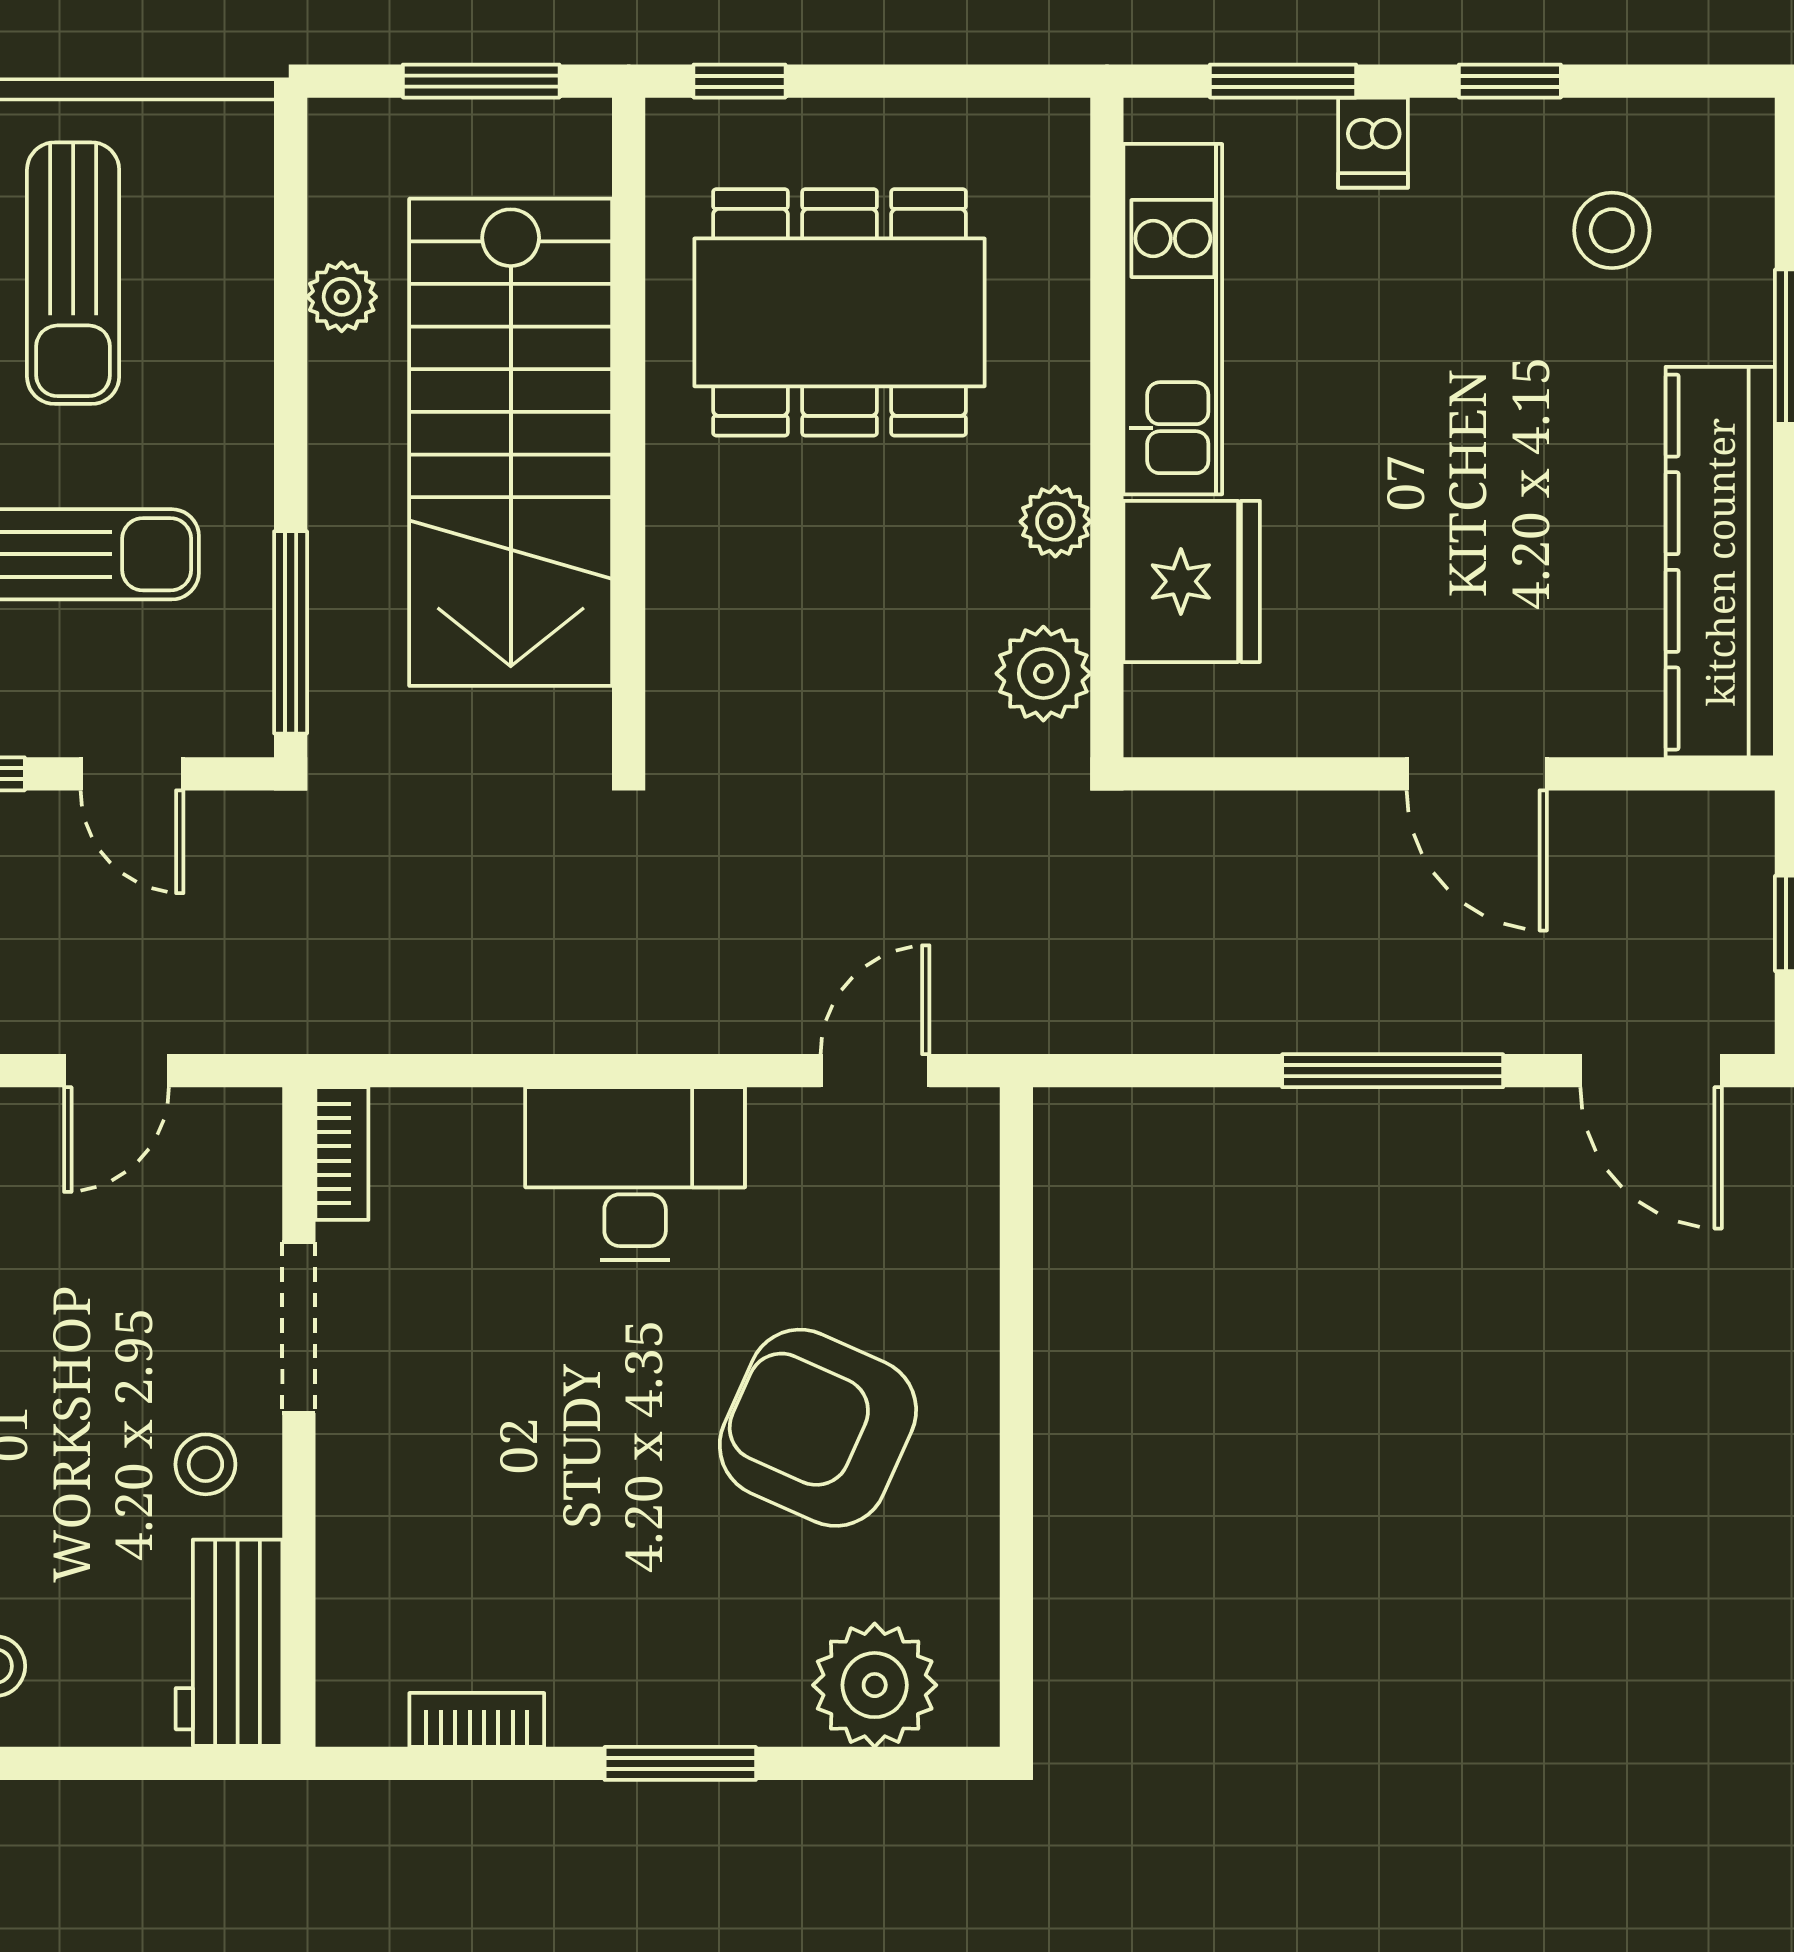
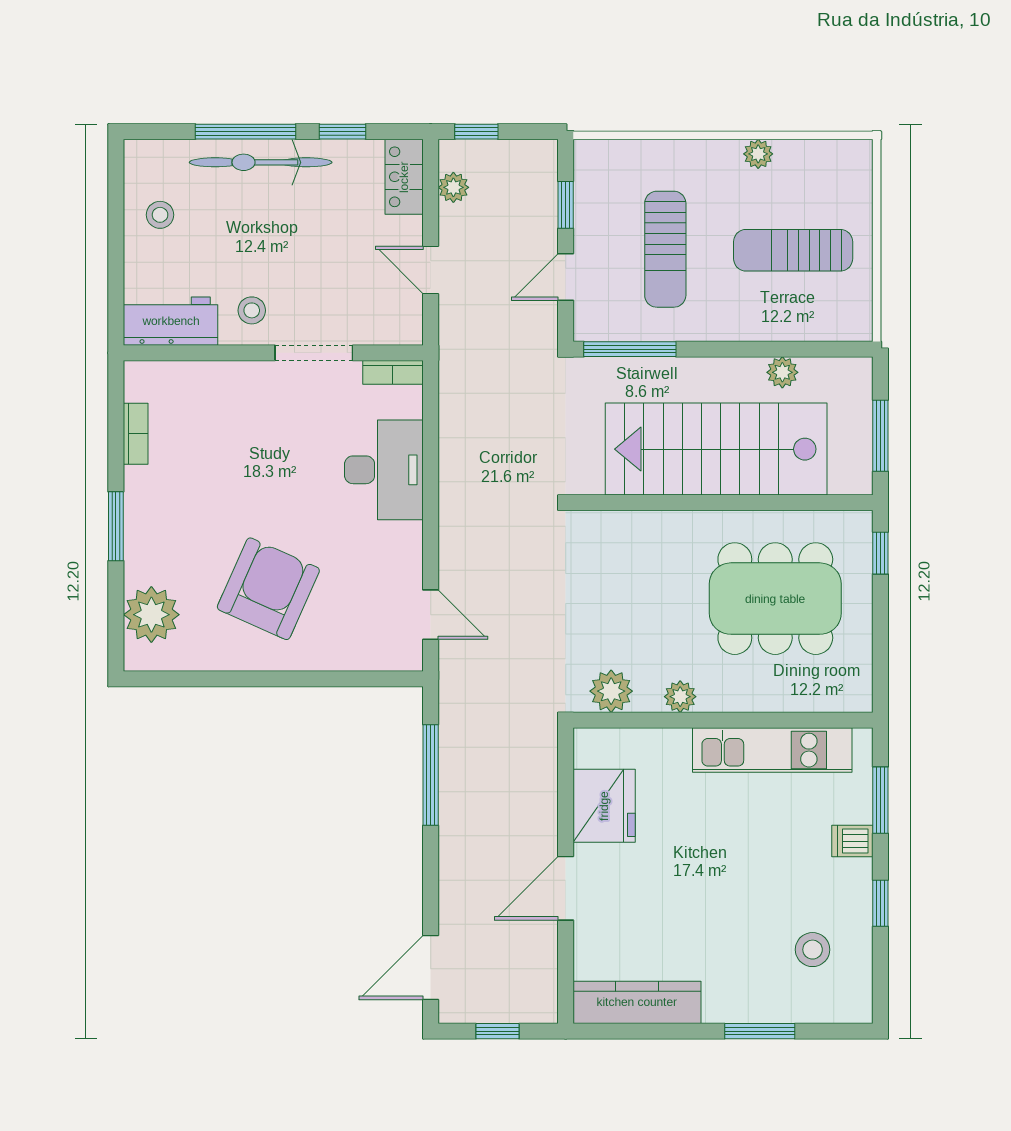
dining table: (840, 312) -> (775, 599), turned 90
kitchen counter: (1720, 562) -> (637, 1002), width x0.72, depth x0.86
fridge: (1192, 581) -> (604, 806), moved, turned -90
window: (1393, 1071) -> (431, 775), moved
desk: (635, 1174) -> (384, 470), moved

